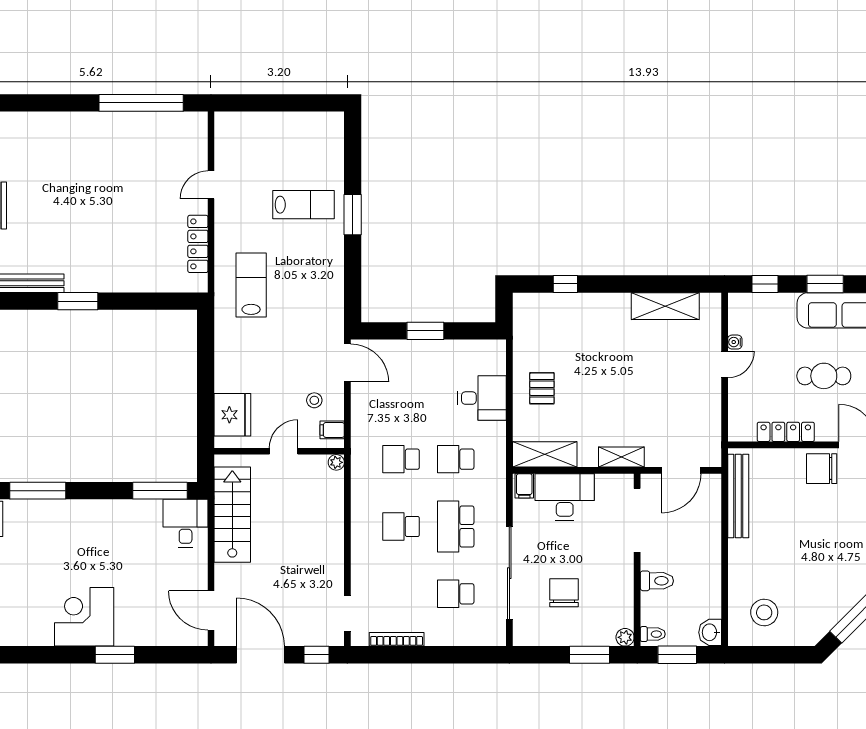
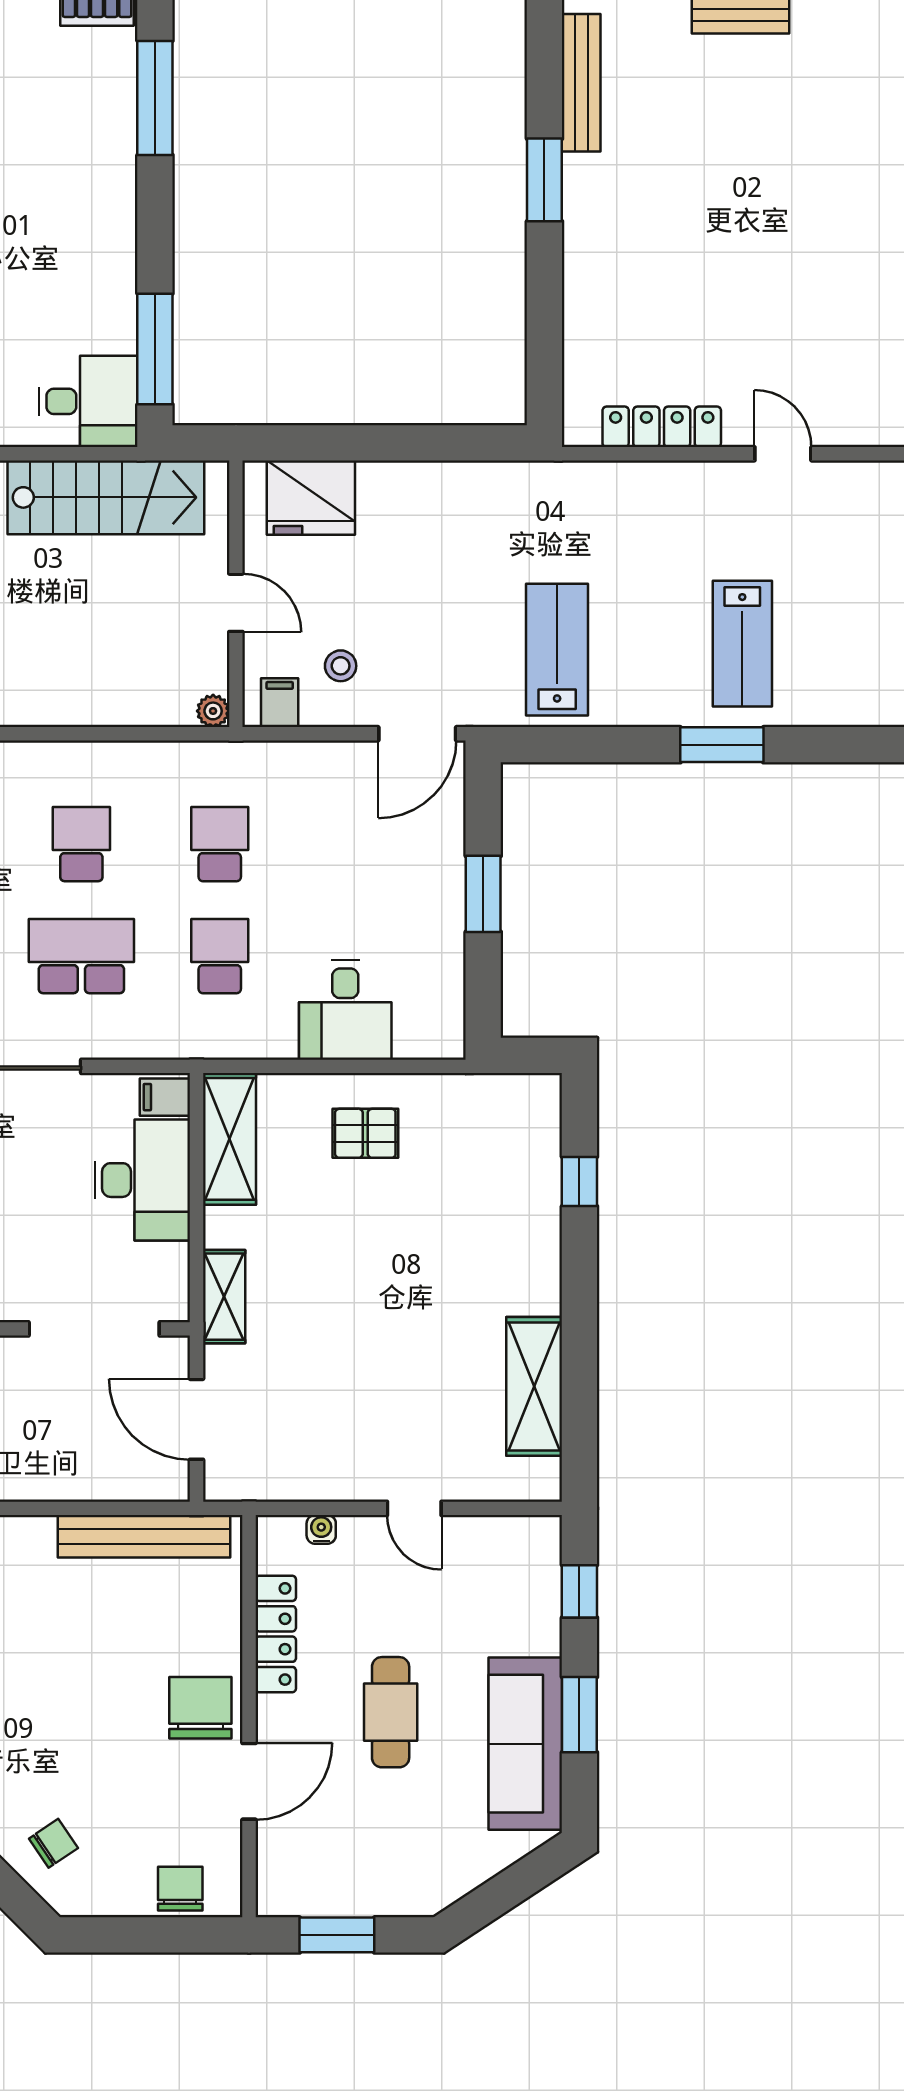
lab bench: (251, 285) -> (557, 650), moved, turned -90
water cooler: (735, 342) -> (321, 1529), moved

